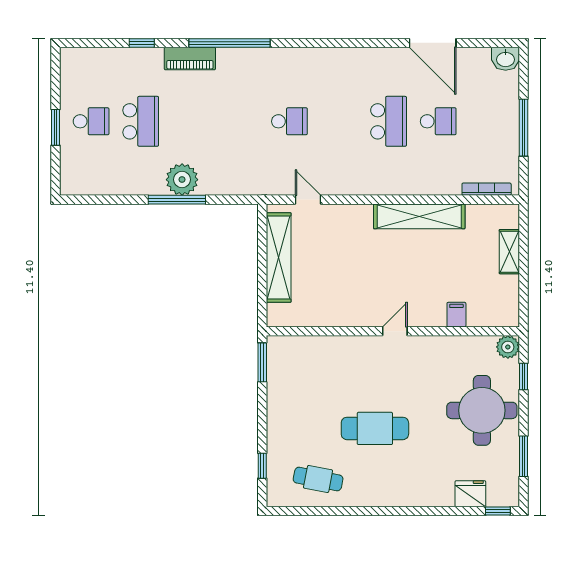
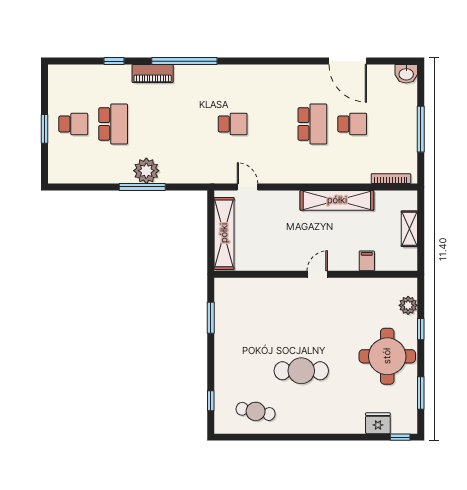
filing cabinet: (456, 315) -> (367, 261), moved
wall: (393, 331) -> (316, 274), moved
door: (395, 331) -> (317, 274), moved

